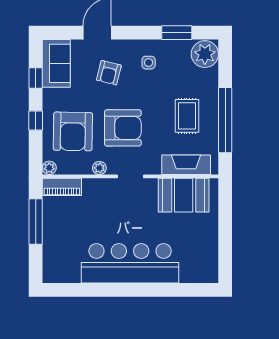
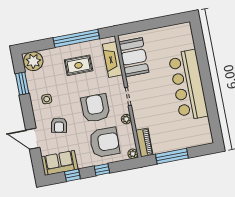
armchair: (109, 73) -> (59, 125), turned 87

